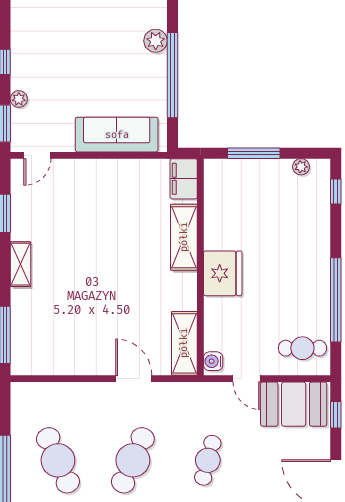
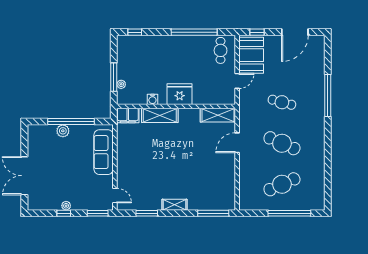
plant: (156, 41) -> (63, 131), moved
plant: (19, 99) -> (66, 206), moved
plant: (301, 167) -> (121, 84), moved
water cooler: (213, 361) -> (152, 99), moved

